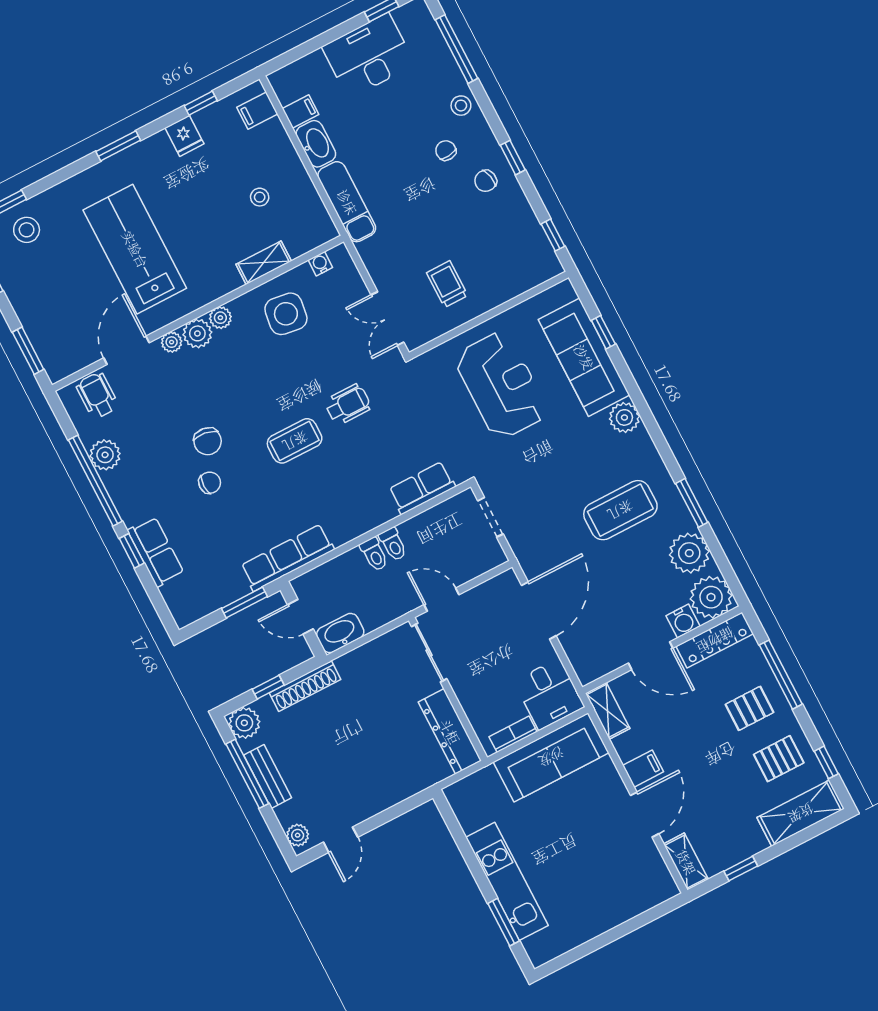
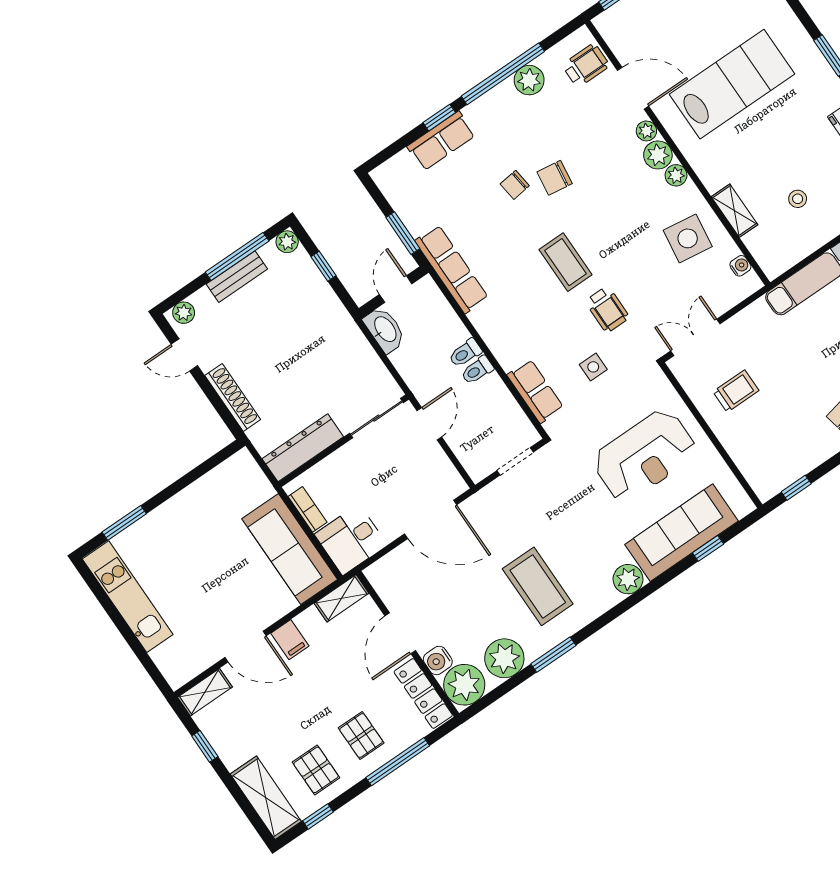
side table: (405, 426) -> (593, 367), added
chair: (210, 483) -> (515, 185), turned 83
shoe rack: (305, 686) -> (233, 397), moved, turned 180
plant: (244, 723) -> (287, 242), width x0.73, depth x0.73
kitchen unit: (507, 881) -> (128, 597), moved, turned -90

